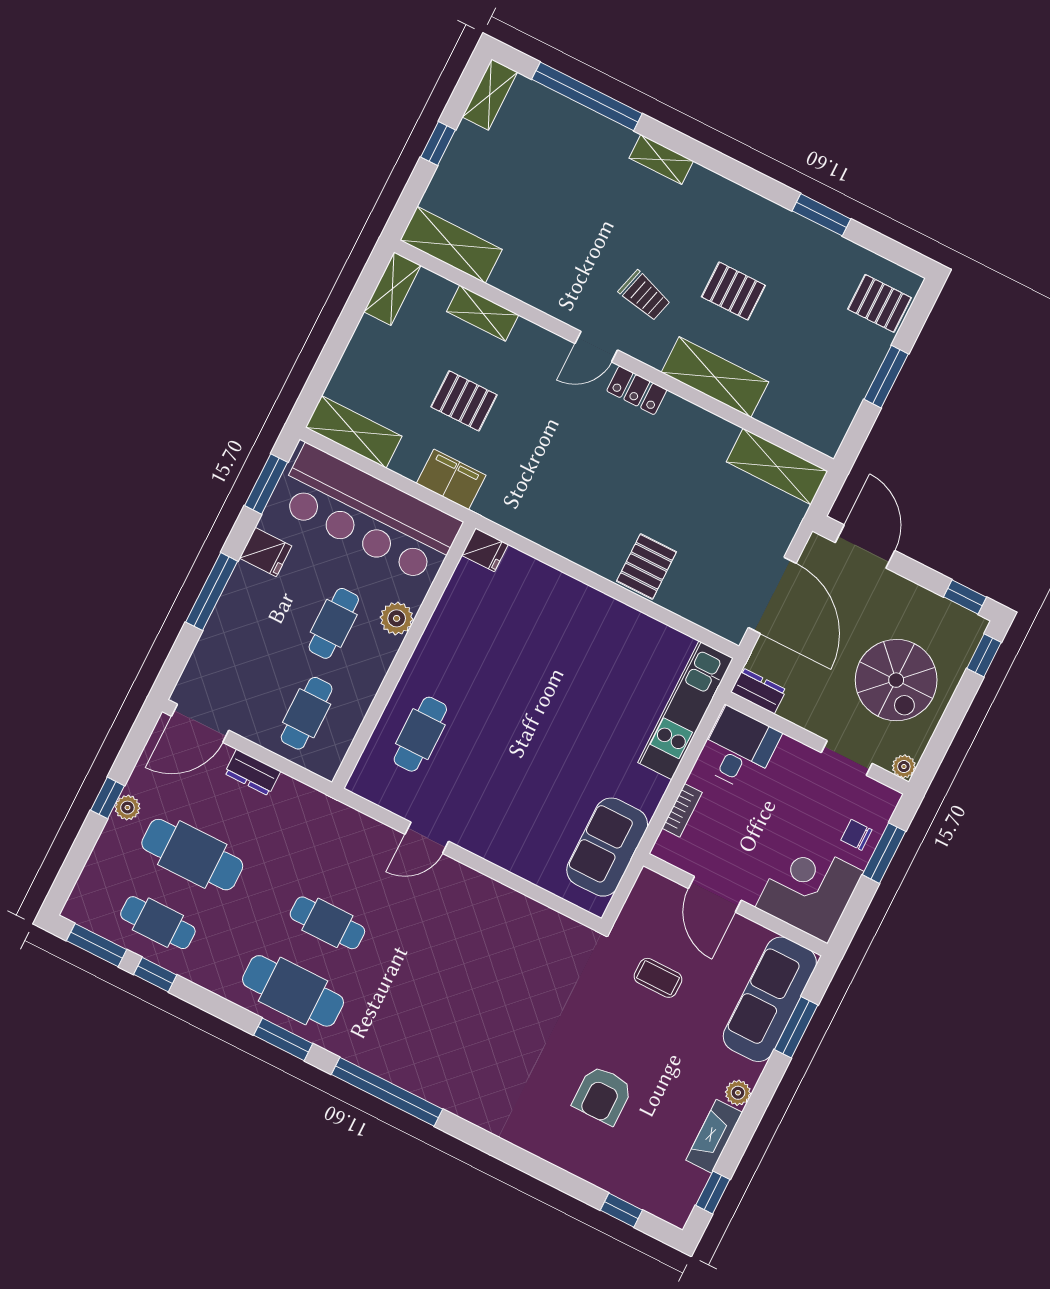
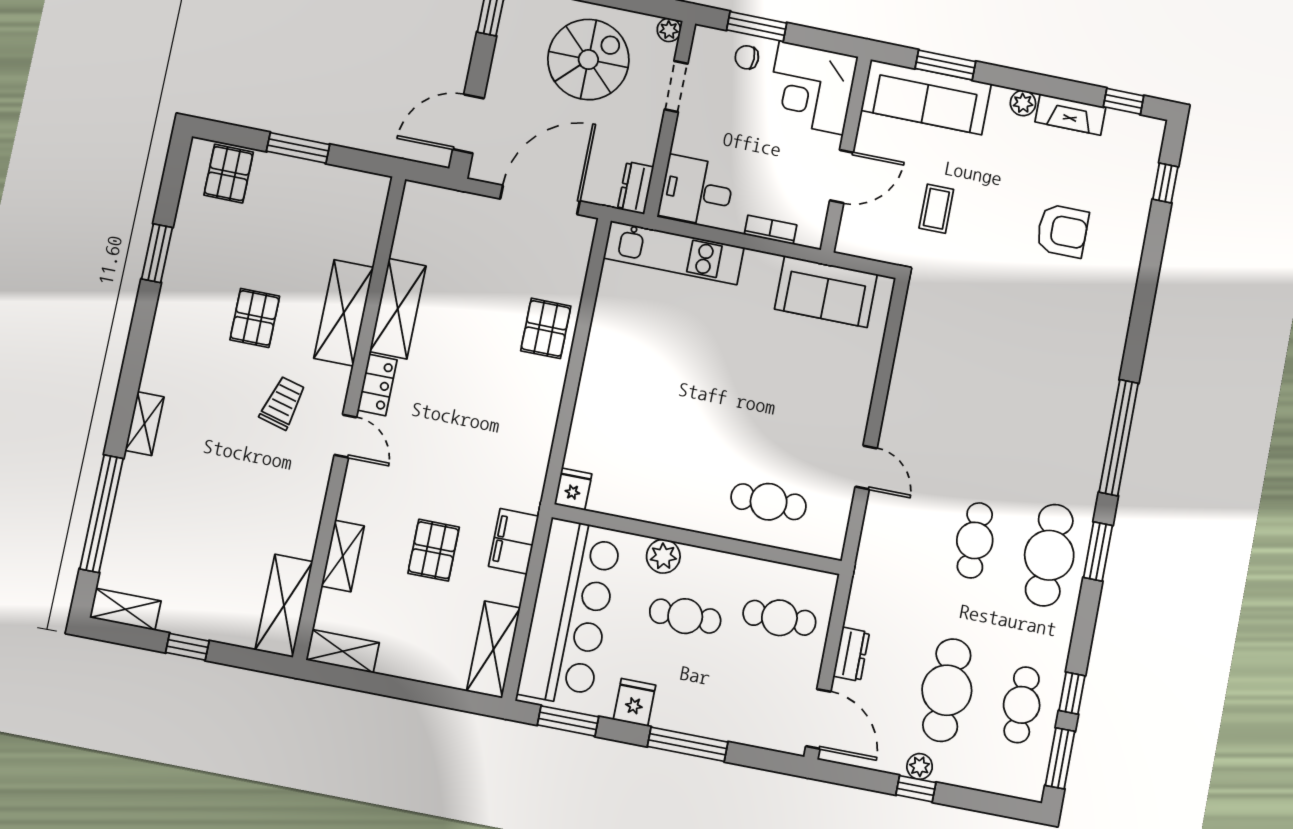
shelving: (777, 466) -> (398, 309), moved
pallet: (646, 566) -> (546, 328), turned 90
chair: (856, 835) -> (747, 57), turned 90

